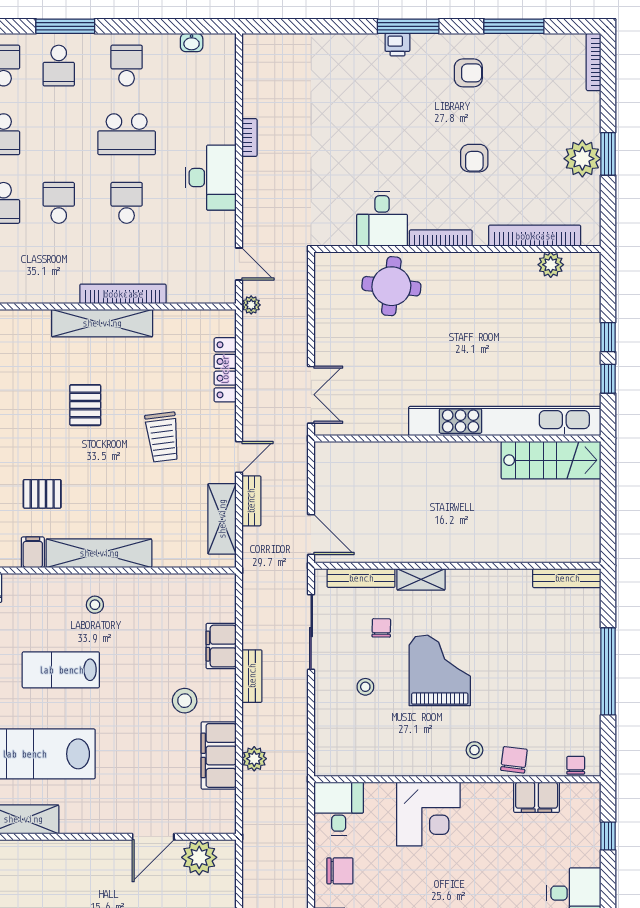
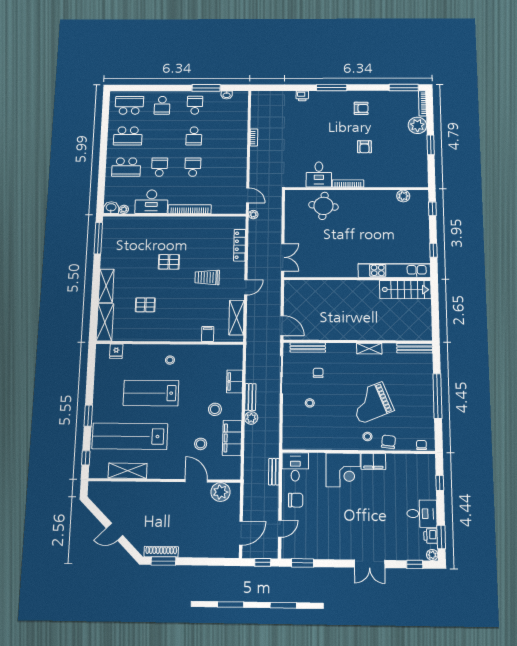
window: (65, 26) -> (206, 88), moved
window: (514, 26) -> (404, 88), moved
printer: (397, 45) -> (302, 96), moved
school desk: (127, 134) -> (194, 136), width x0.54
plant: (582, 159) -> (417, 125), moved
desk: (211, 178) -> (151, 202), moved, turned 90
bookcase: (535, 236) -> (395, 182), removed
shelving: (102, 323) -> (179, 223), removed
window: (608, 337) -> (432, 209), moved
pallet: (85, 405) -> (169, 262), turned 90
kitchen unit: (505, 421) -> (394, 270), width x0.73
trolley: (162, 437) -> (207, 277), turned 97
bench: (251, 501) -> (274, 472), moved
filing cabinet: (33, 552) -> (208, 334), moved
shelving: (99, 553) -> (173, 334), removed
shelving: (421, 579) -> (369, 349), moved
lab bench: (61, 670) -> (151, 393), width x1.36, depth x1.39
grand piano: (440, 670) -> (371, 403), moved, turned -112
plant: (254, 759) -> (251, 418), moved
stool: (159, 767) -> (201, 444), added
filing cabinet: (537, 797) -> (373, 461), moved
door: (153, 837) -> (196, 481), swing flipped

